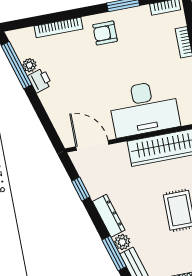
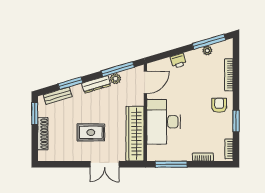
printer: (40, 80) -> (178, 61), moved
window: (81, 189) -> (118, 69), width x2.17
plant: (122, 242) -> (115, 79), moved

